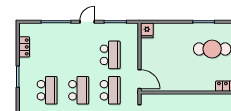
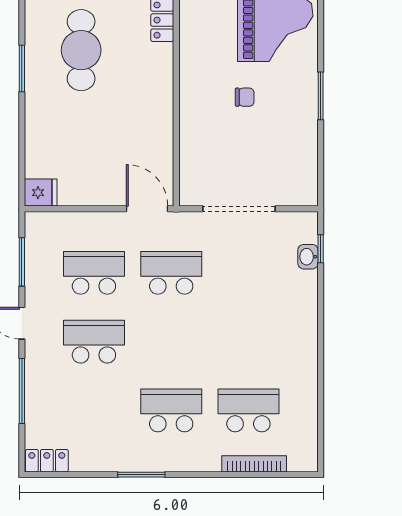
locker: (24, 47) -> (47, 461), moved
door: (140, 79) -> (147, 209), hinge flipped
school desk: (79, 90) -> (94, 342), moved

